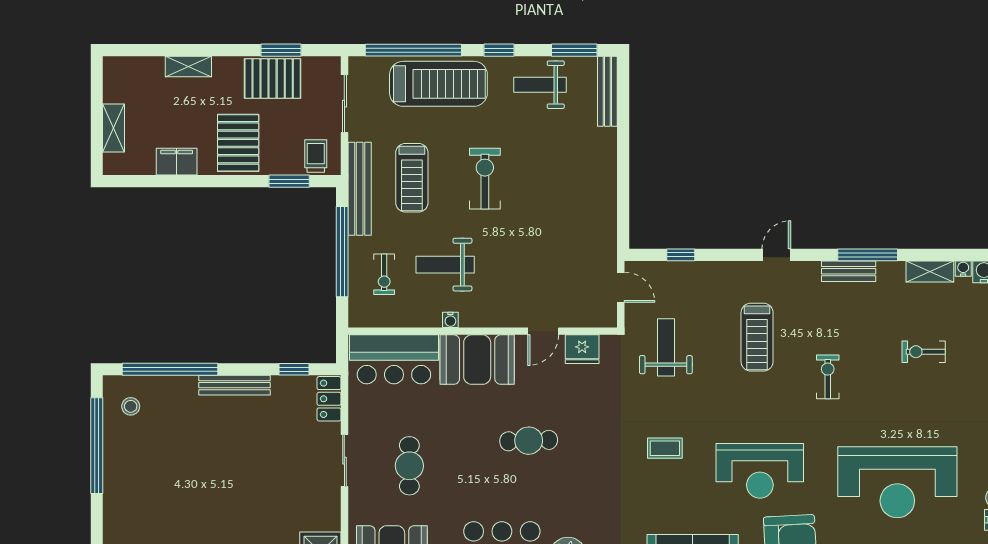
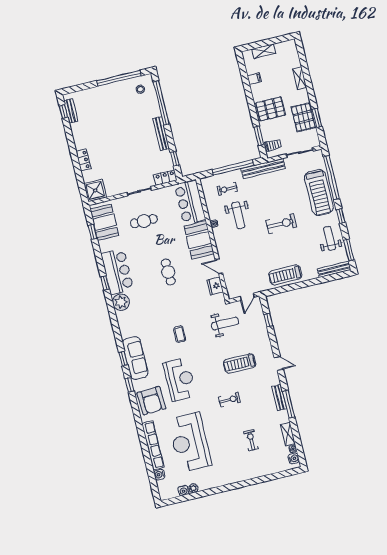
filing cabinet: (177, 162) -> (254, 79), width x0.50
treadmill: (412, 178) -> (285, 275), moved
weight bench: (445, 265) -> (238, 215), turned 180
reception desk: (760, 471) -> (180, 379), turned 180

